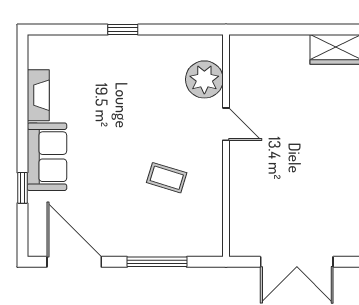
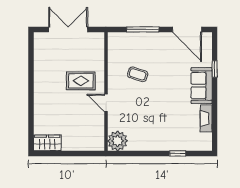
window: (123, 30) -> (178, 153), moved
plant: (204, 79) -> (118, 141), moved
rug: (273, 166) -> (81, 81), added

